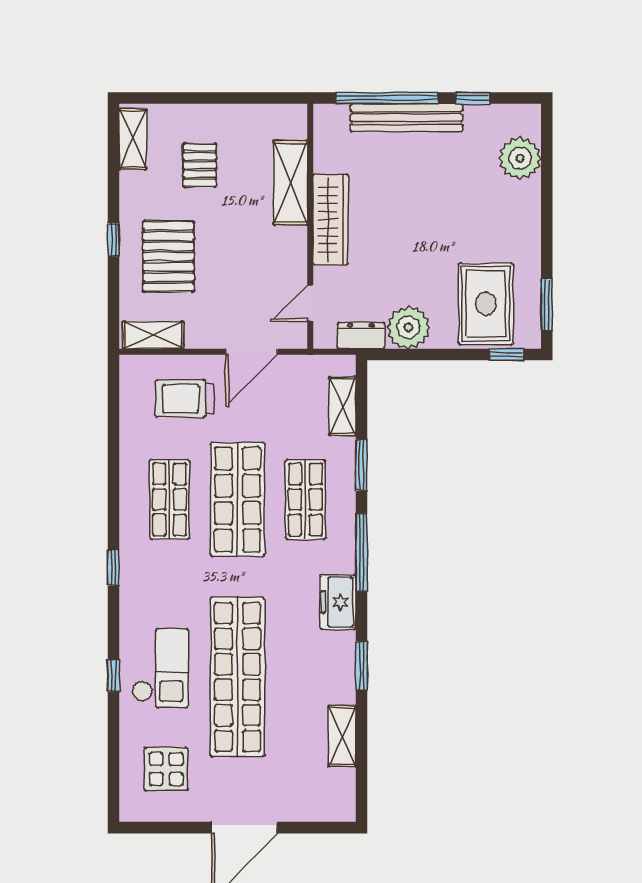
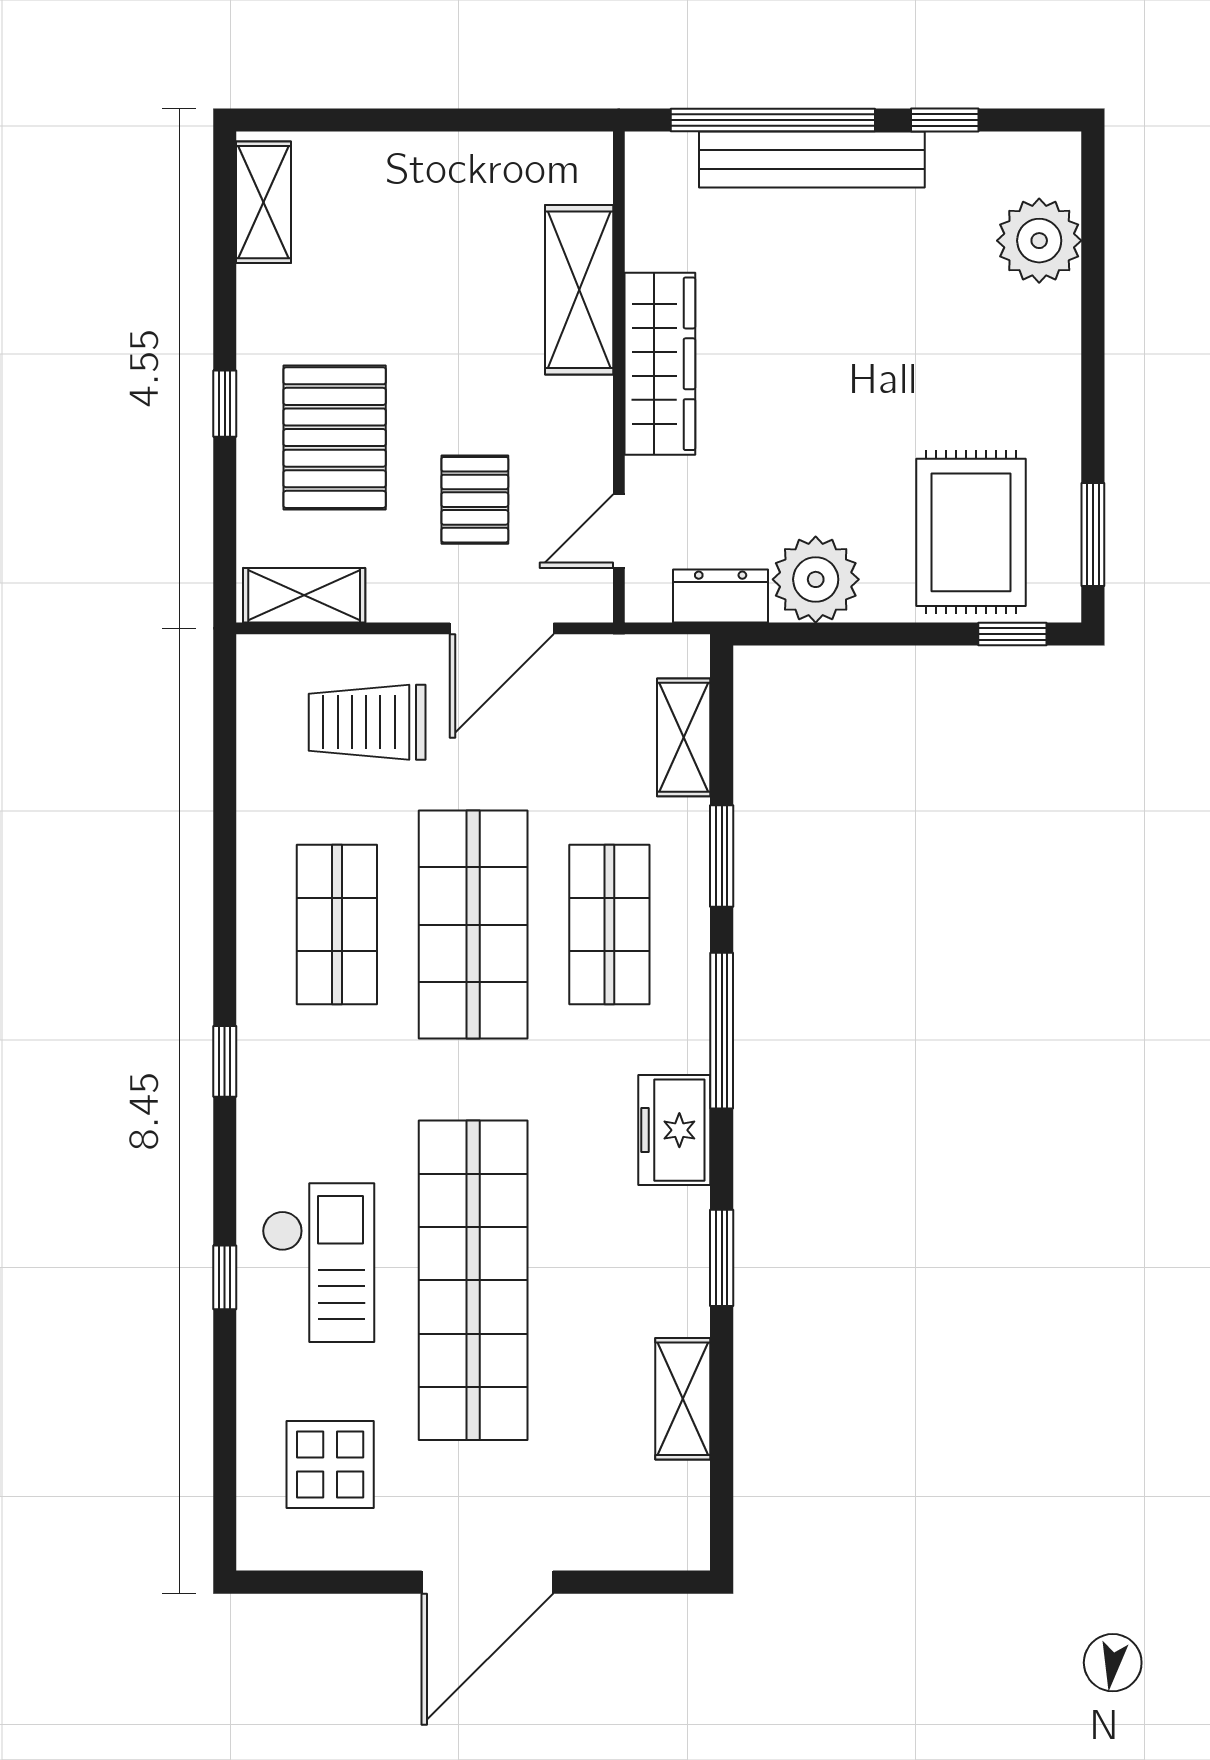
pallet: (200, 165) -> (475, 500), moved

